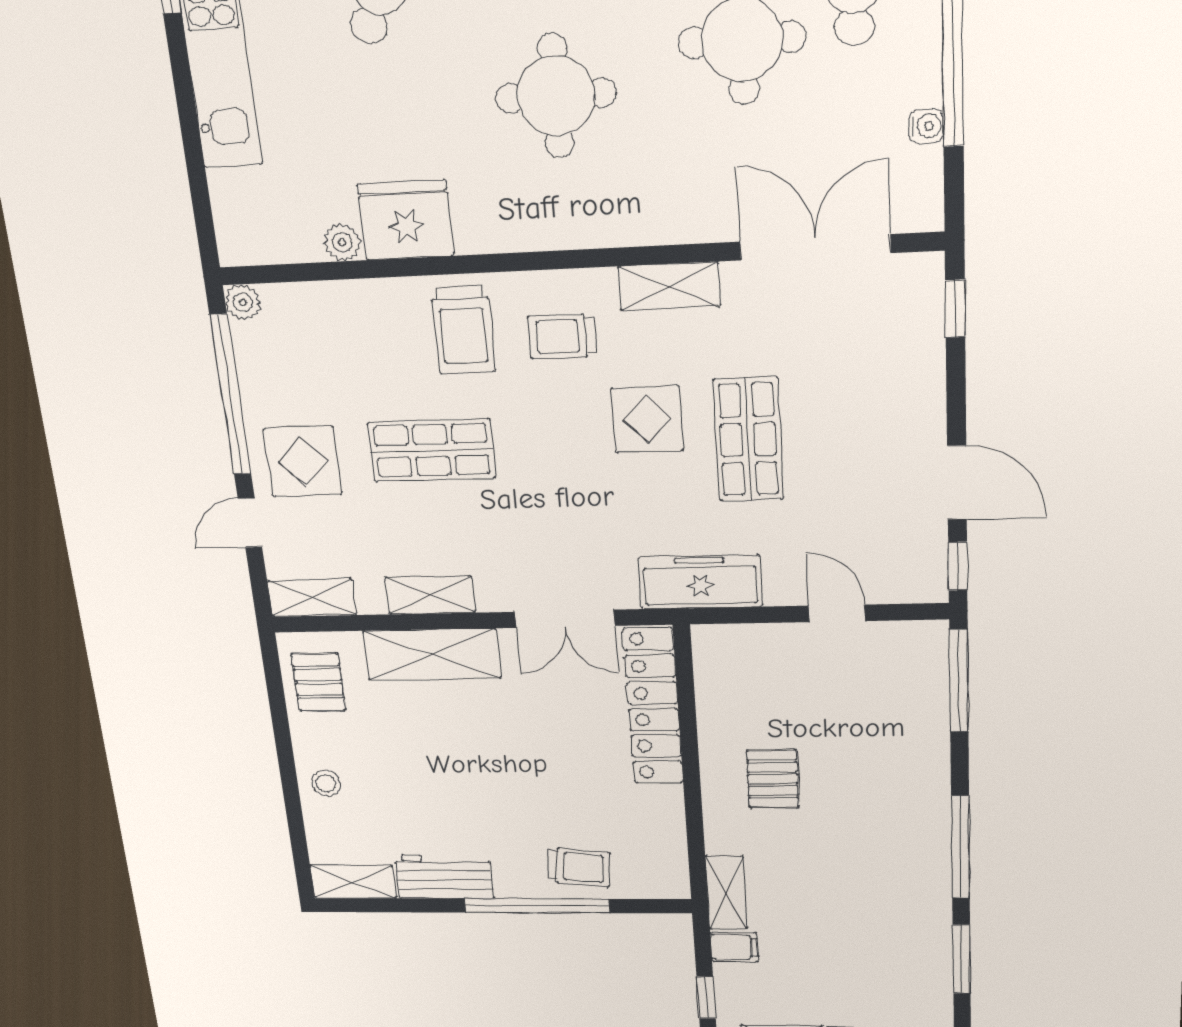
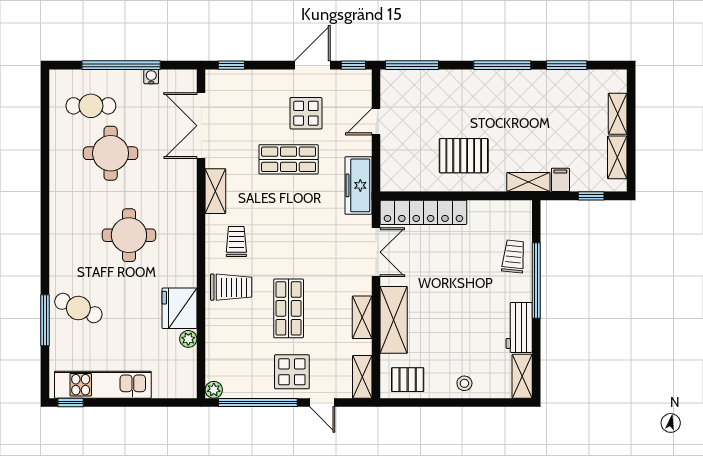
trolley: (562, 336) -> (236, 242), turned 180
display table: (647, 419) -> (306, 113), moved
pallet: (773, 779) -> (464, 156), width x1.50, depth x1.42

